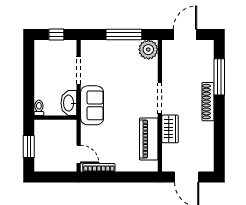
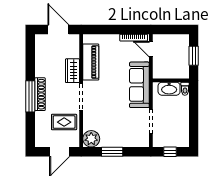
window: (124, 34) -> (112, 152), width x0.69
rug: (180, 69) -> (64, 122), added
window: (219, 77) -> (30, 96), moved
washbasin: (69, 103) -> (169, 89), moved, turned 90
sofa: (92, 105) -> (139, 85), width x1.36

